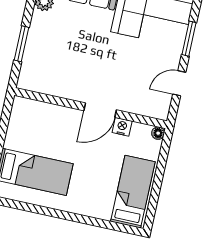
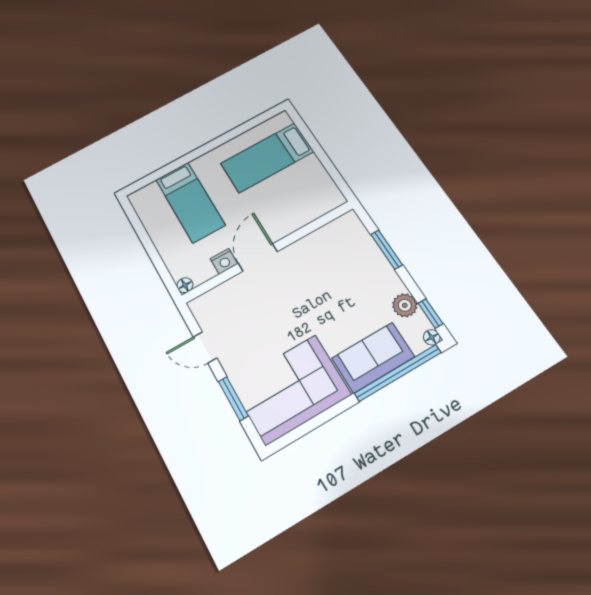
door: (179, 83) -> (205, 347), swing flipped
bed: (133, 192) -> (190, 202), moved

